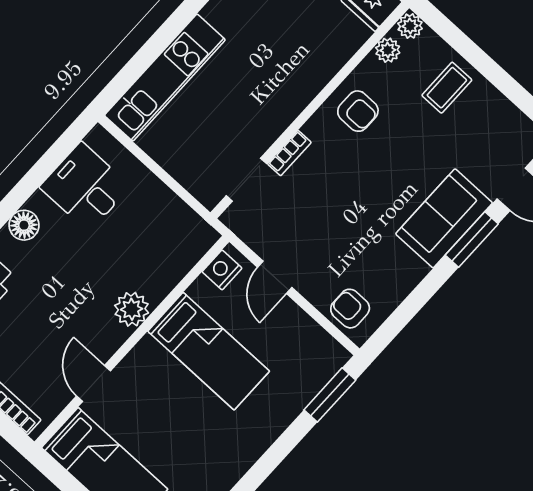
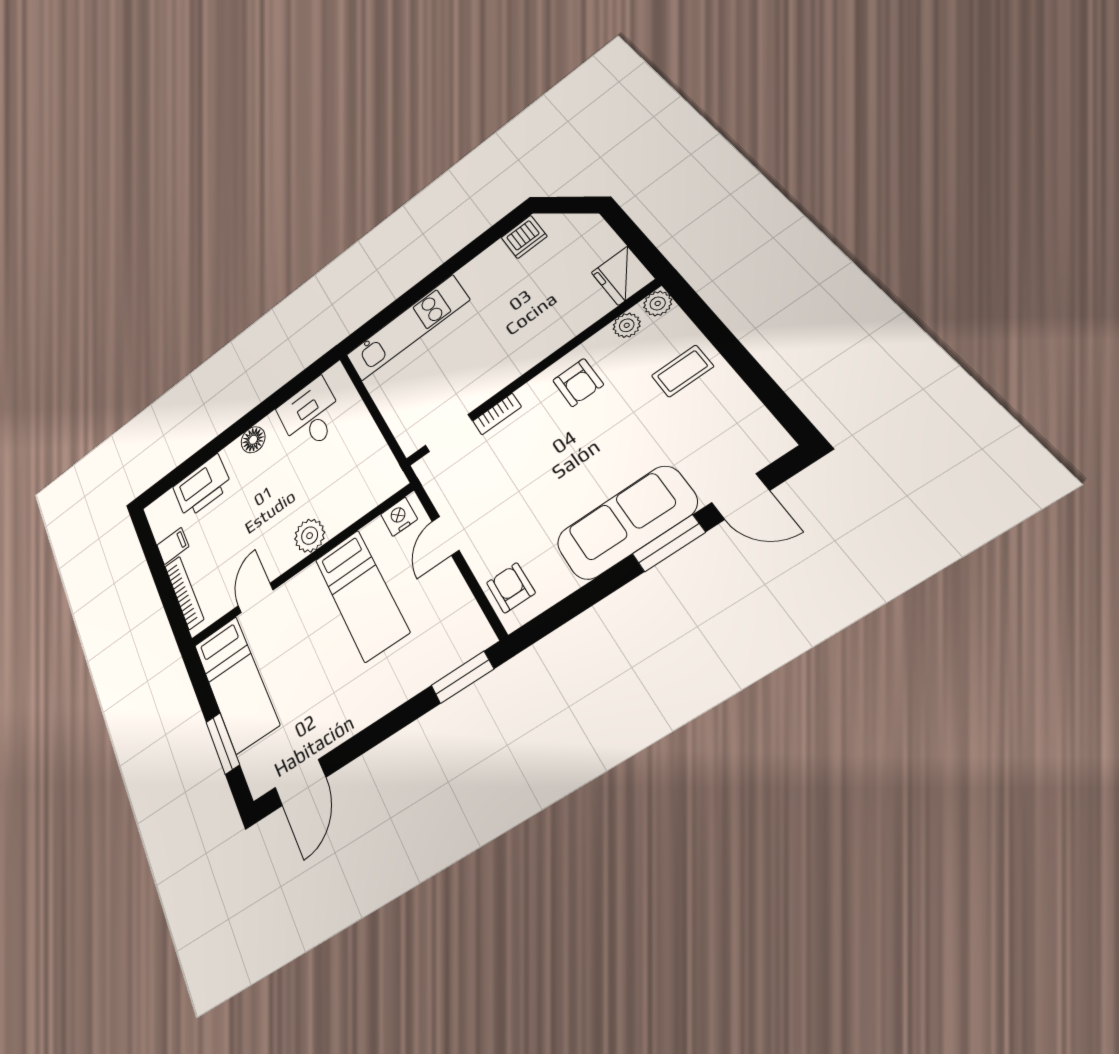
sofa: (444, 218) -> (626, 523), width x1.36

